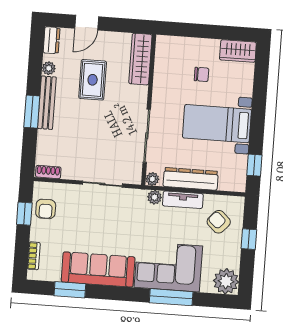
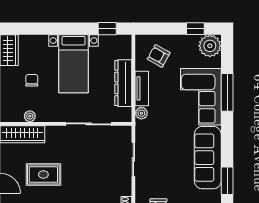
plant: (152, 179) -> (30, 116), moved
armchair: (219, 222) -> (159, 56), turned 77
window: (249, 239) -> (195, 29), moved

